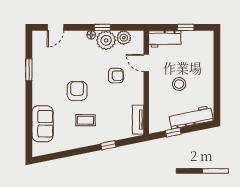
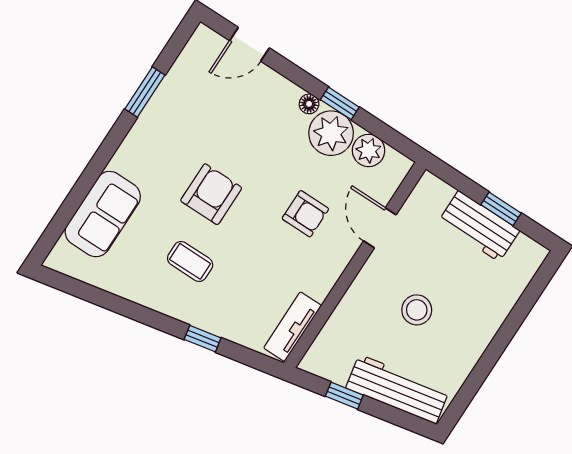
workbench: (165, 39) -> (479, 226), moved

